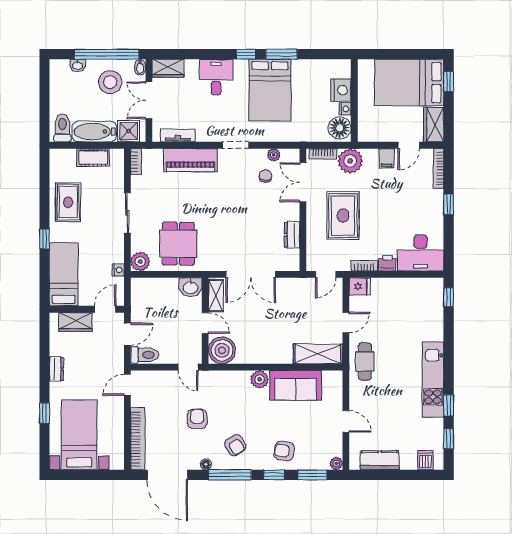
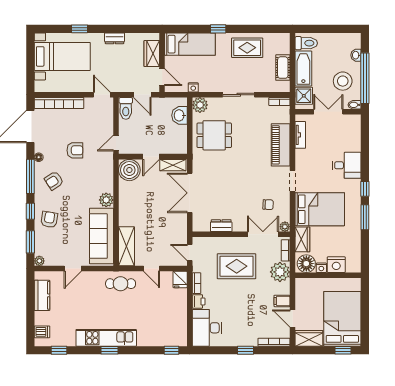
wardrobe: (168, 68) -> (302, 239), moved, turned 180
bed: (270, 90) -> (320, 209), moved, turned 180
plant: (274, 155) -> (285, 227), moved
washbasin: (191, 287) -> (179, 115), moved
sofa: (296, 385) -> (101, 236), width x1.36
window: (449, 405) -> (110, 350), moved

